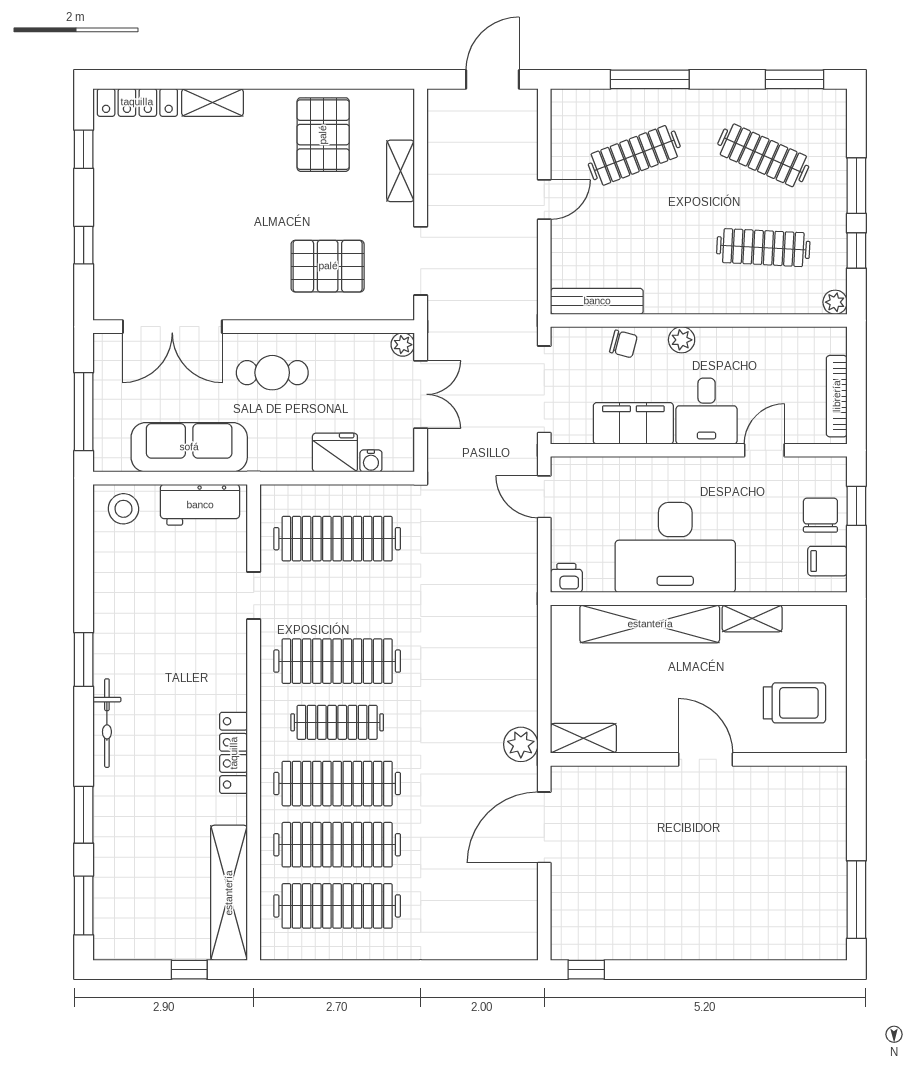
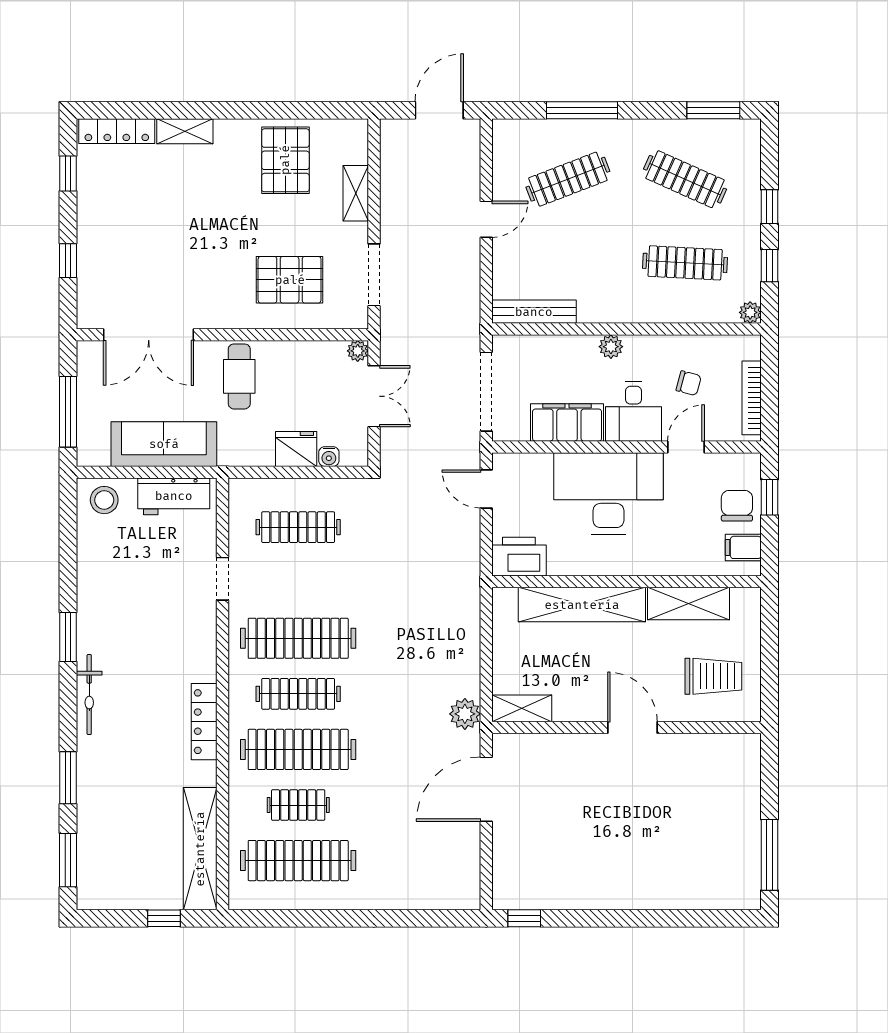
window: (856, 186) -> (770, 207), width x0.67
chair: (623, 344) -> (689, 383), moved
cafe table: (272, 373) -> (239, 376), turned 90
clothes rail: (337, 539) -> (298, 527), width x0.73, depth x0.76
desk: (675, 547) -> (608, 493), moved, turned 180
printer: (566, 578) -> (519, 557), width x1.87, depth x1.48
shelving: (752, 618) -> (688, 604), width x1.50, depth x1.33
clothes rail: (337, 845) -> (298, 805), width x0.54, depth x0.76

